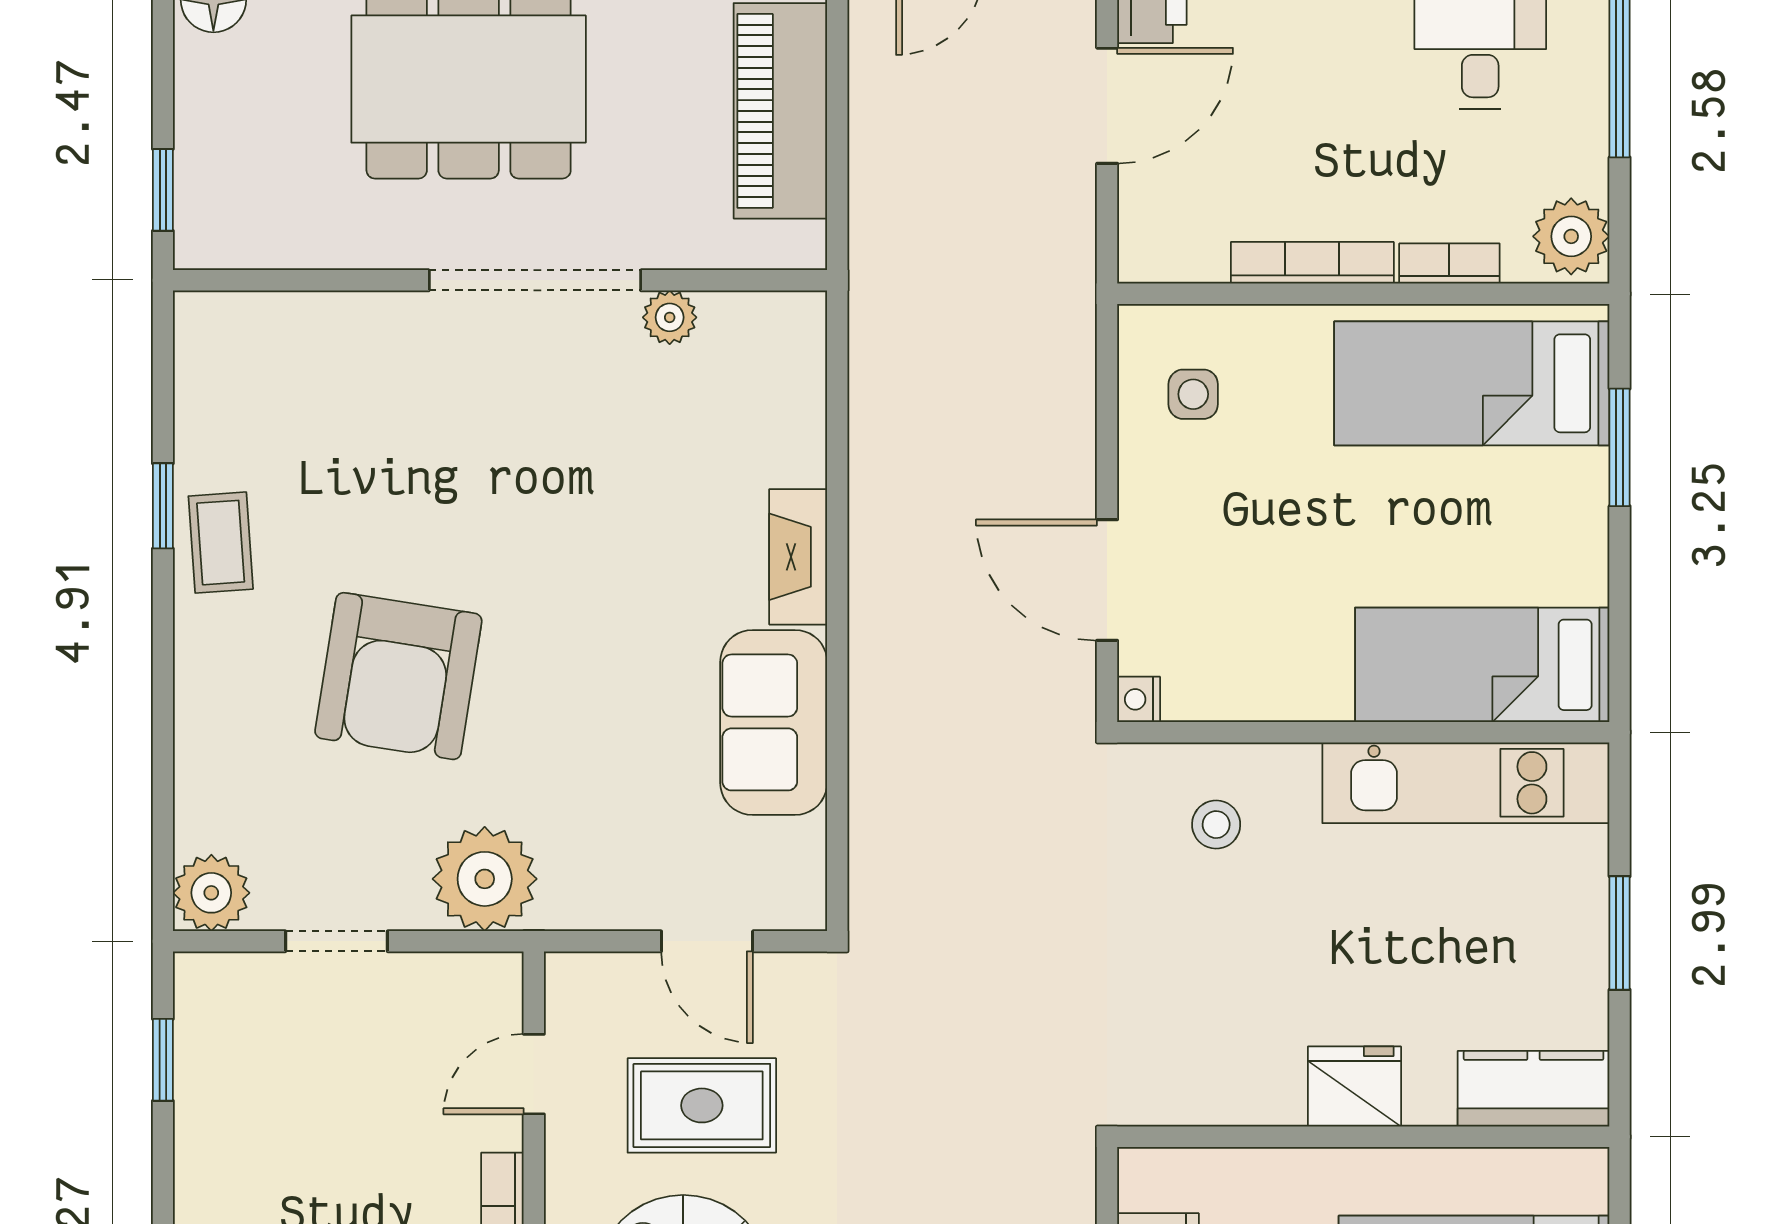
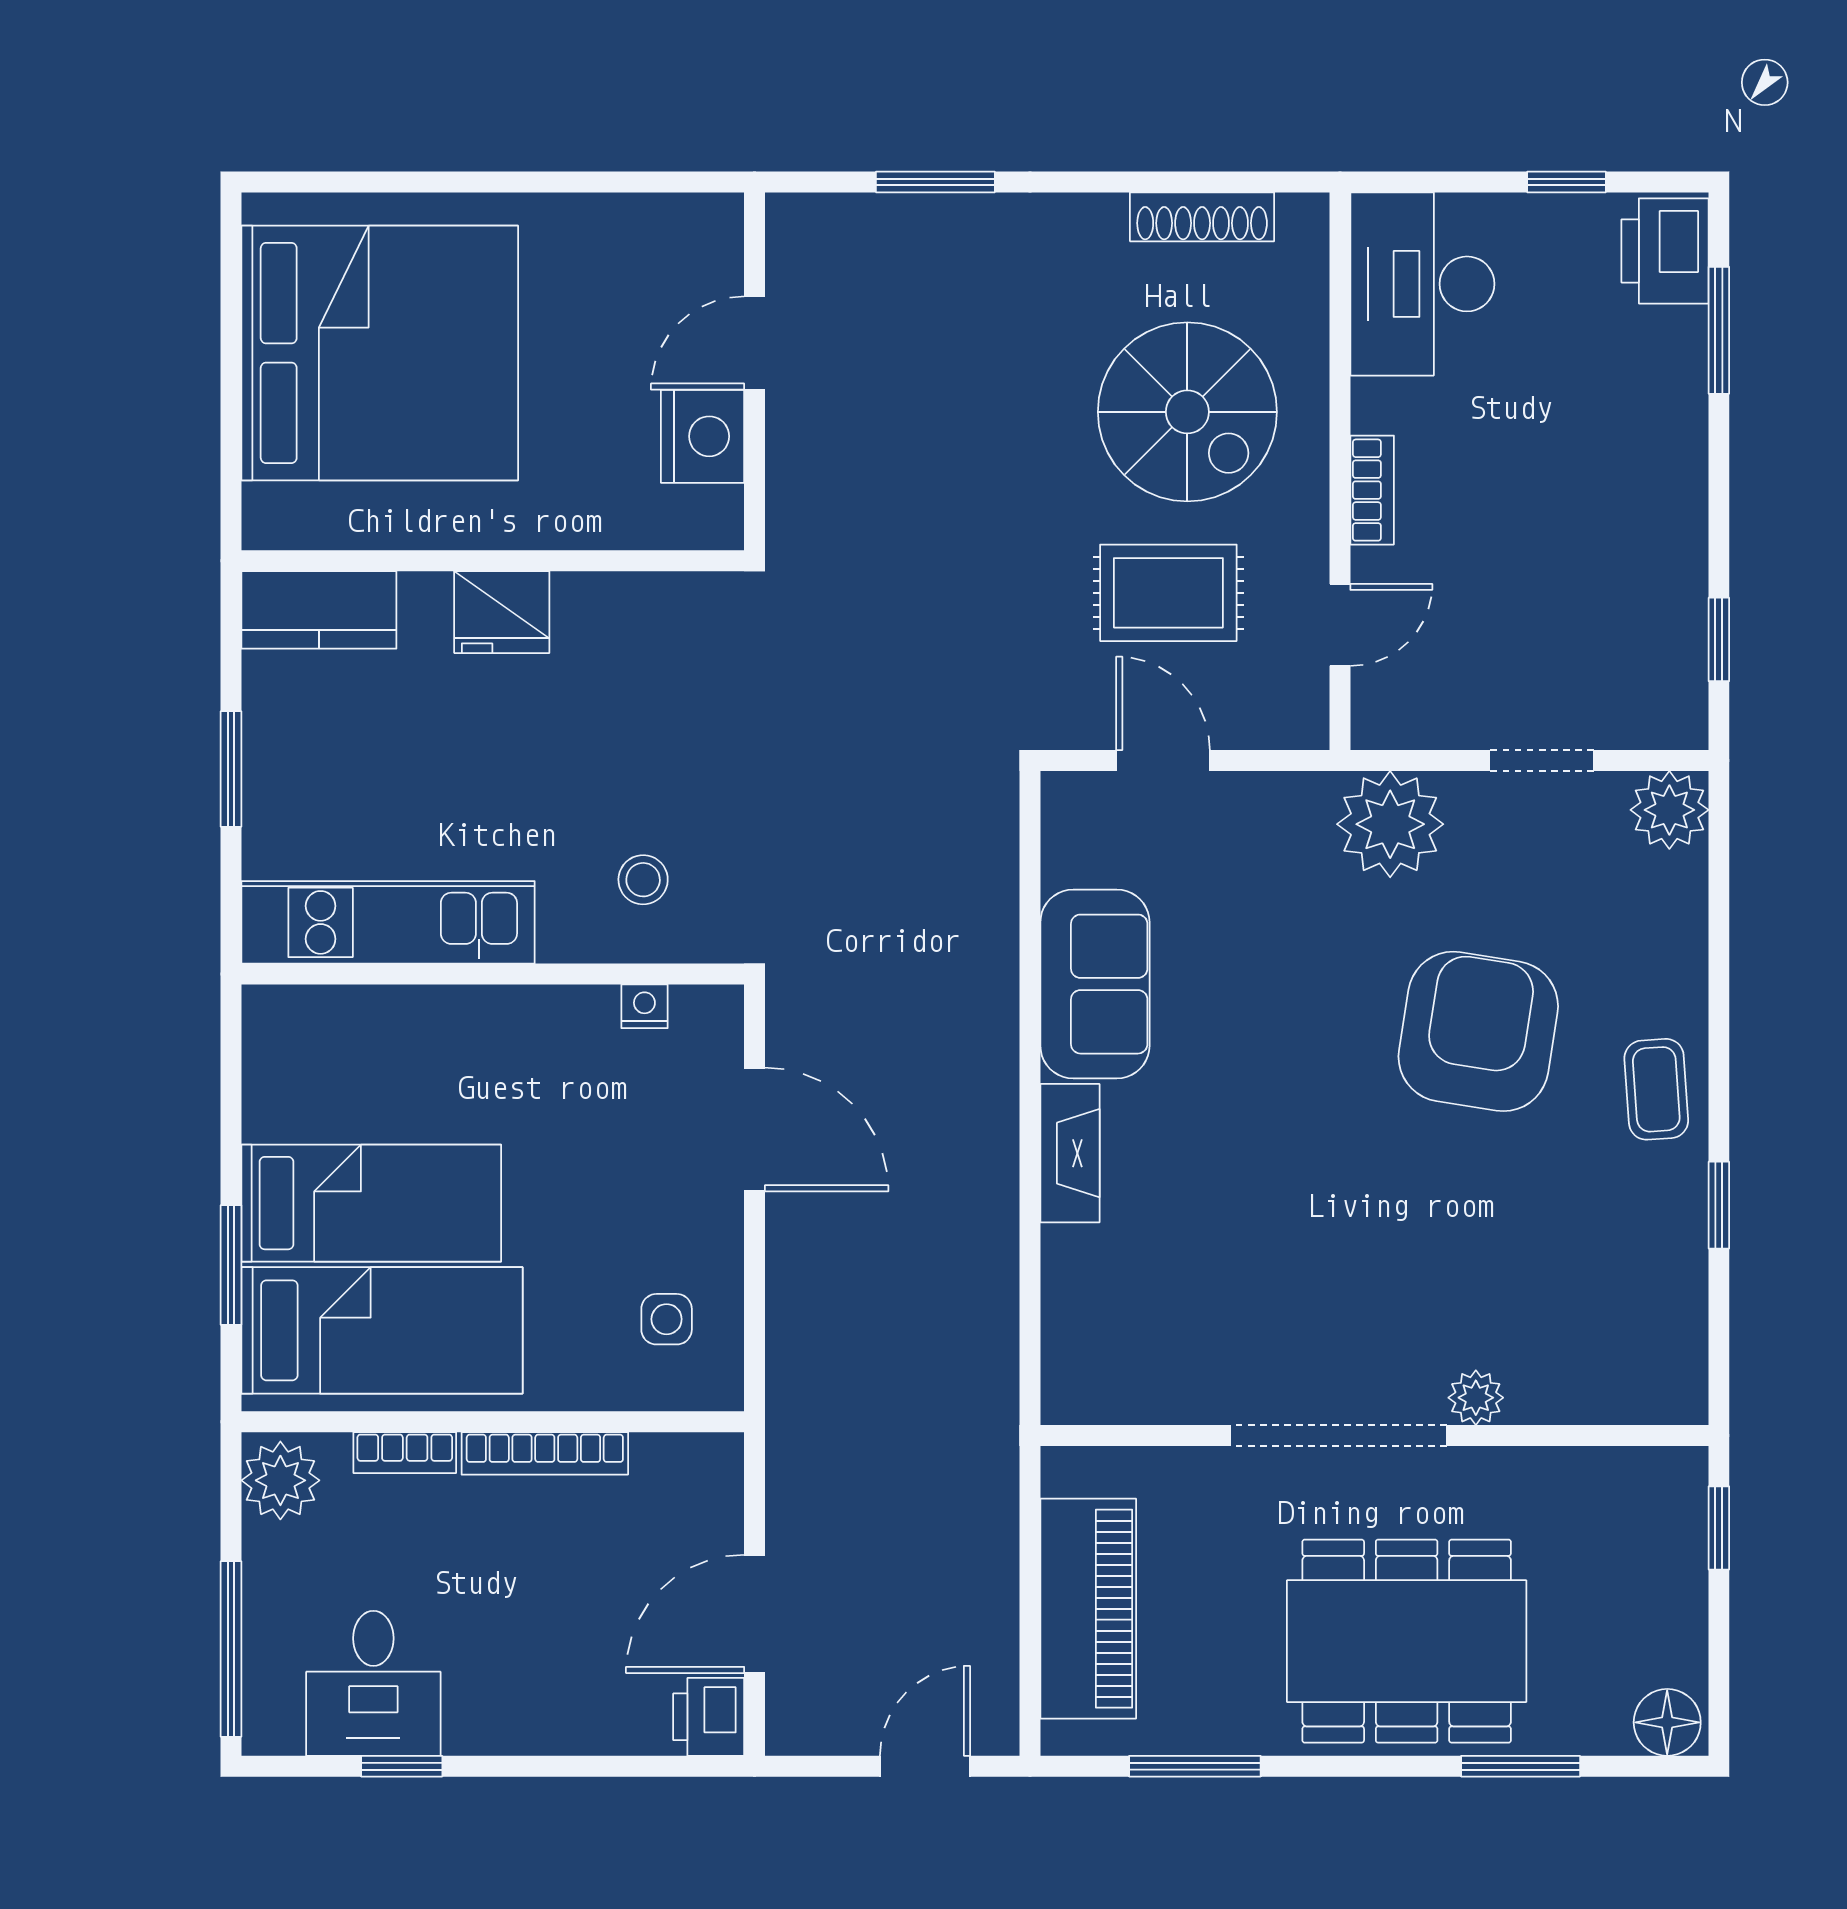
plant: (670, 317) -> (1476, 1398), moved
coffee table: (221, 543) -> (1656, 1089), moved
bed: (1482, 665) -> (371, 1203), moved
nightstand: (1139, 699) -> (644, 1006), moved, turned -90

